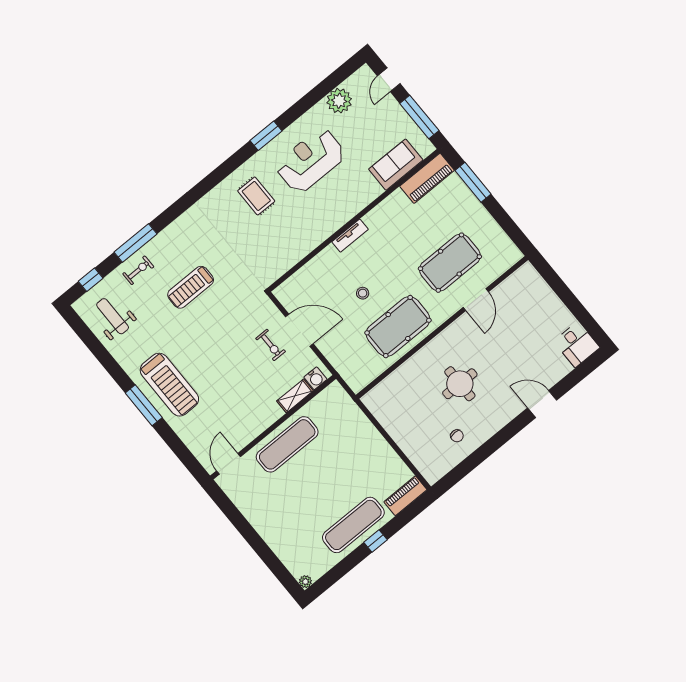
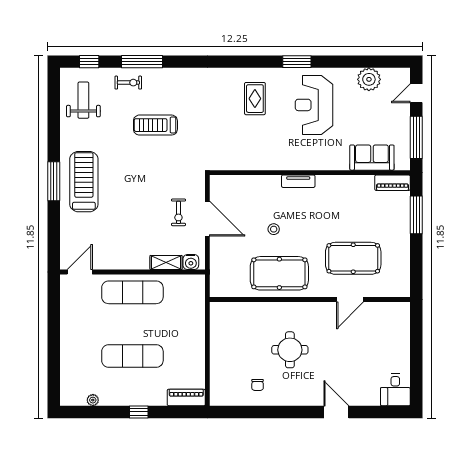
reception desk: (310, 160) -> (314, 105), turned -90
piano: (427, 178) -> (393, 183), width x0.73, depth x0.75
treadmill: (169, 385) -> (84, 182), turned 180
exercise mat: (353, 525) -> (132, 356), moved
plant: (305, 582) -> (93, 400), moved

